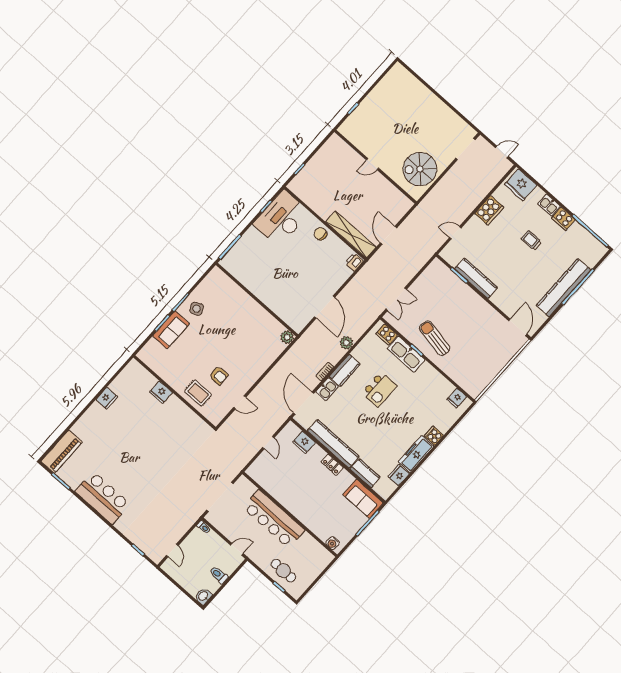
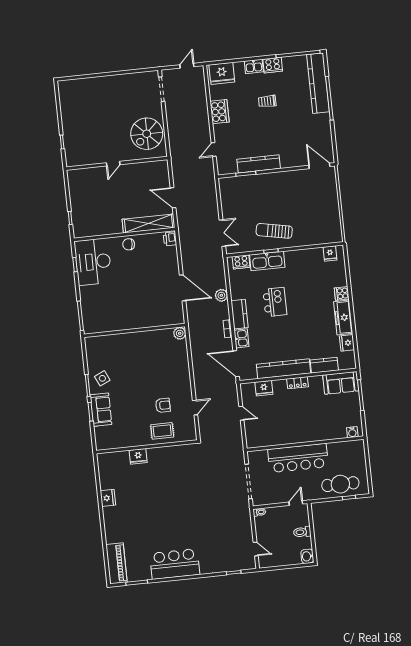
kitchen counter: (563, 288) -> (318, 83), moved
cafe table: (283, 571) -> (340, 484), width x1.37, depth x1.35

